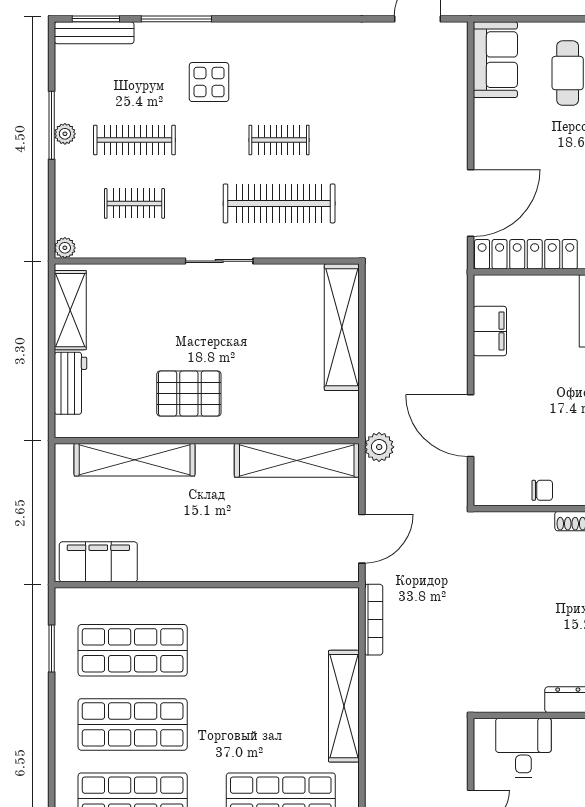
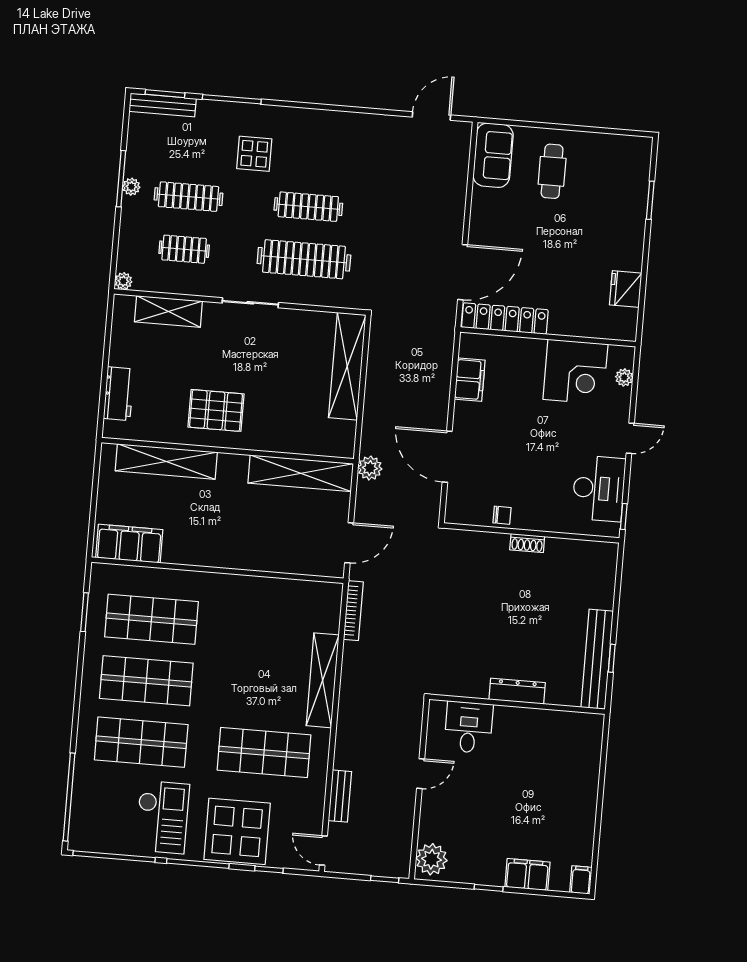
clothes rail: (279, 140) -> (308, 207), width x1.36
shelving: (70, 310) -> (168, 311), moved, turned 90

